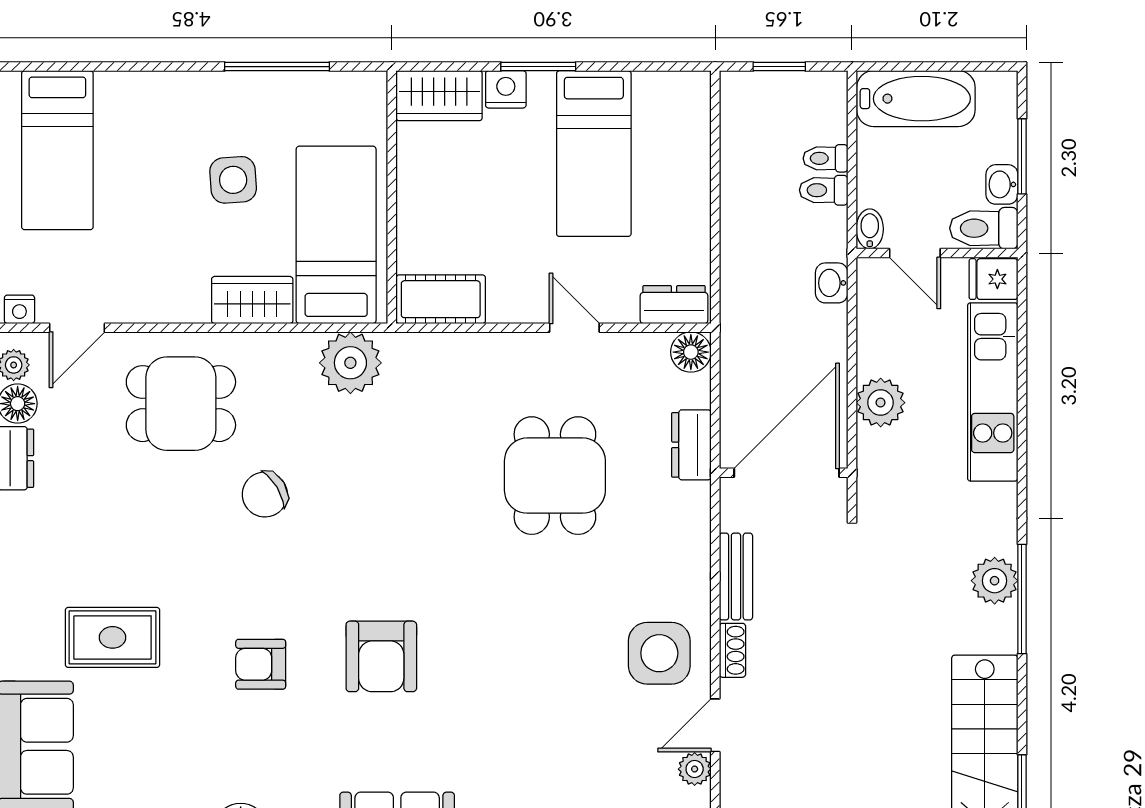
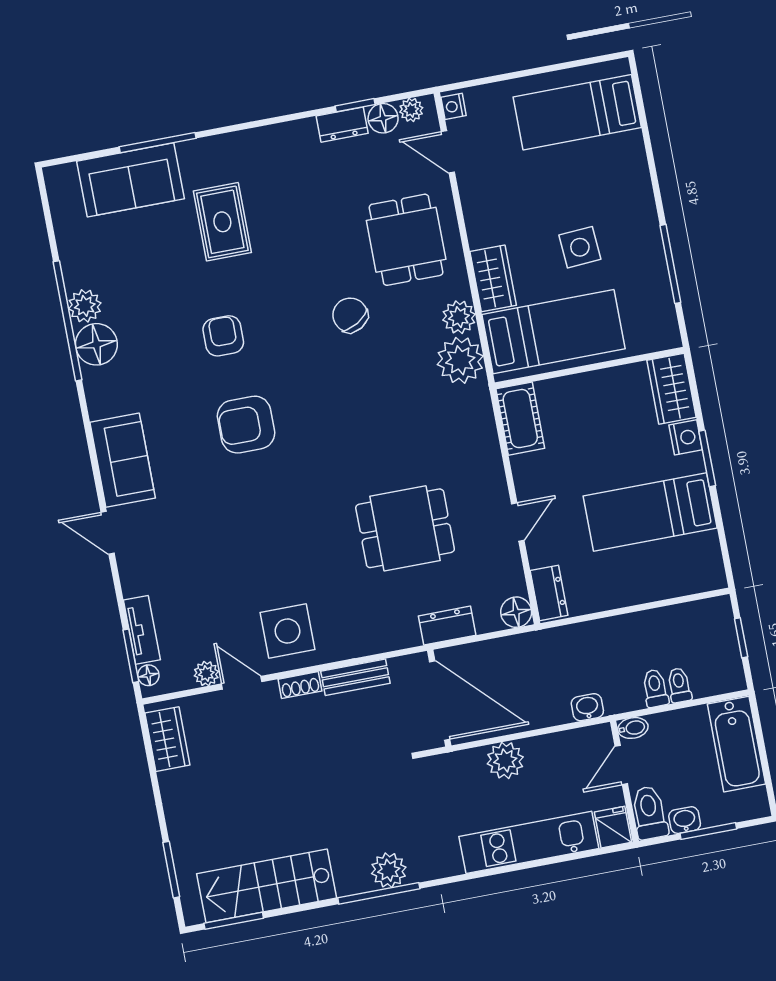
plant: (294, 354) -> (459, 317), added

